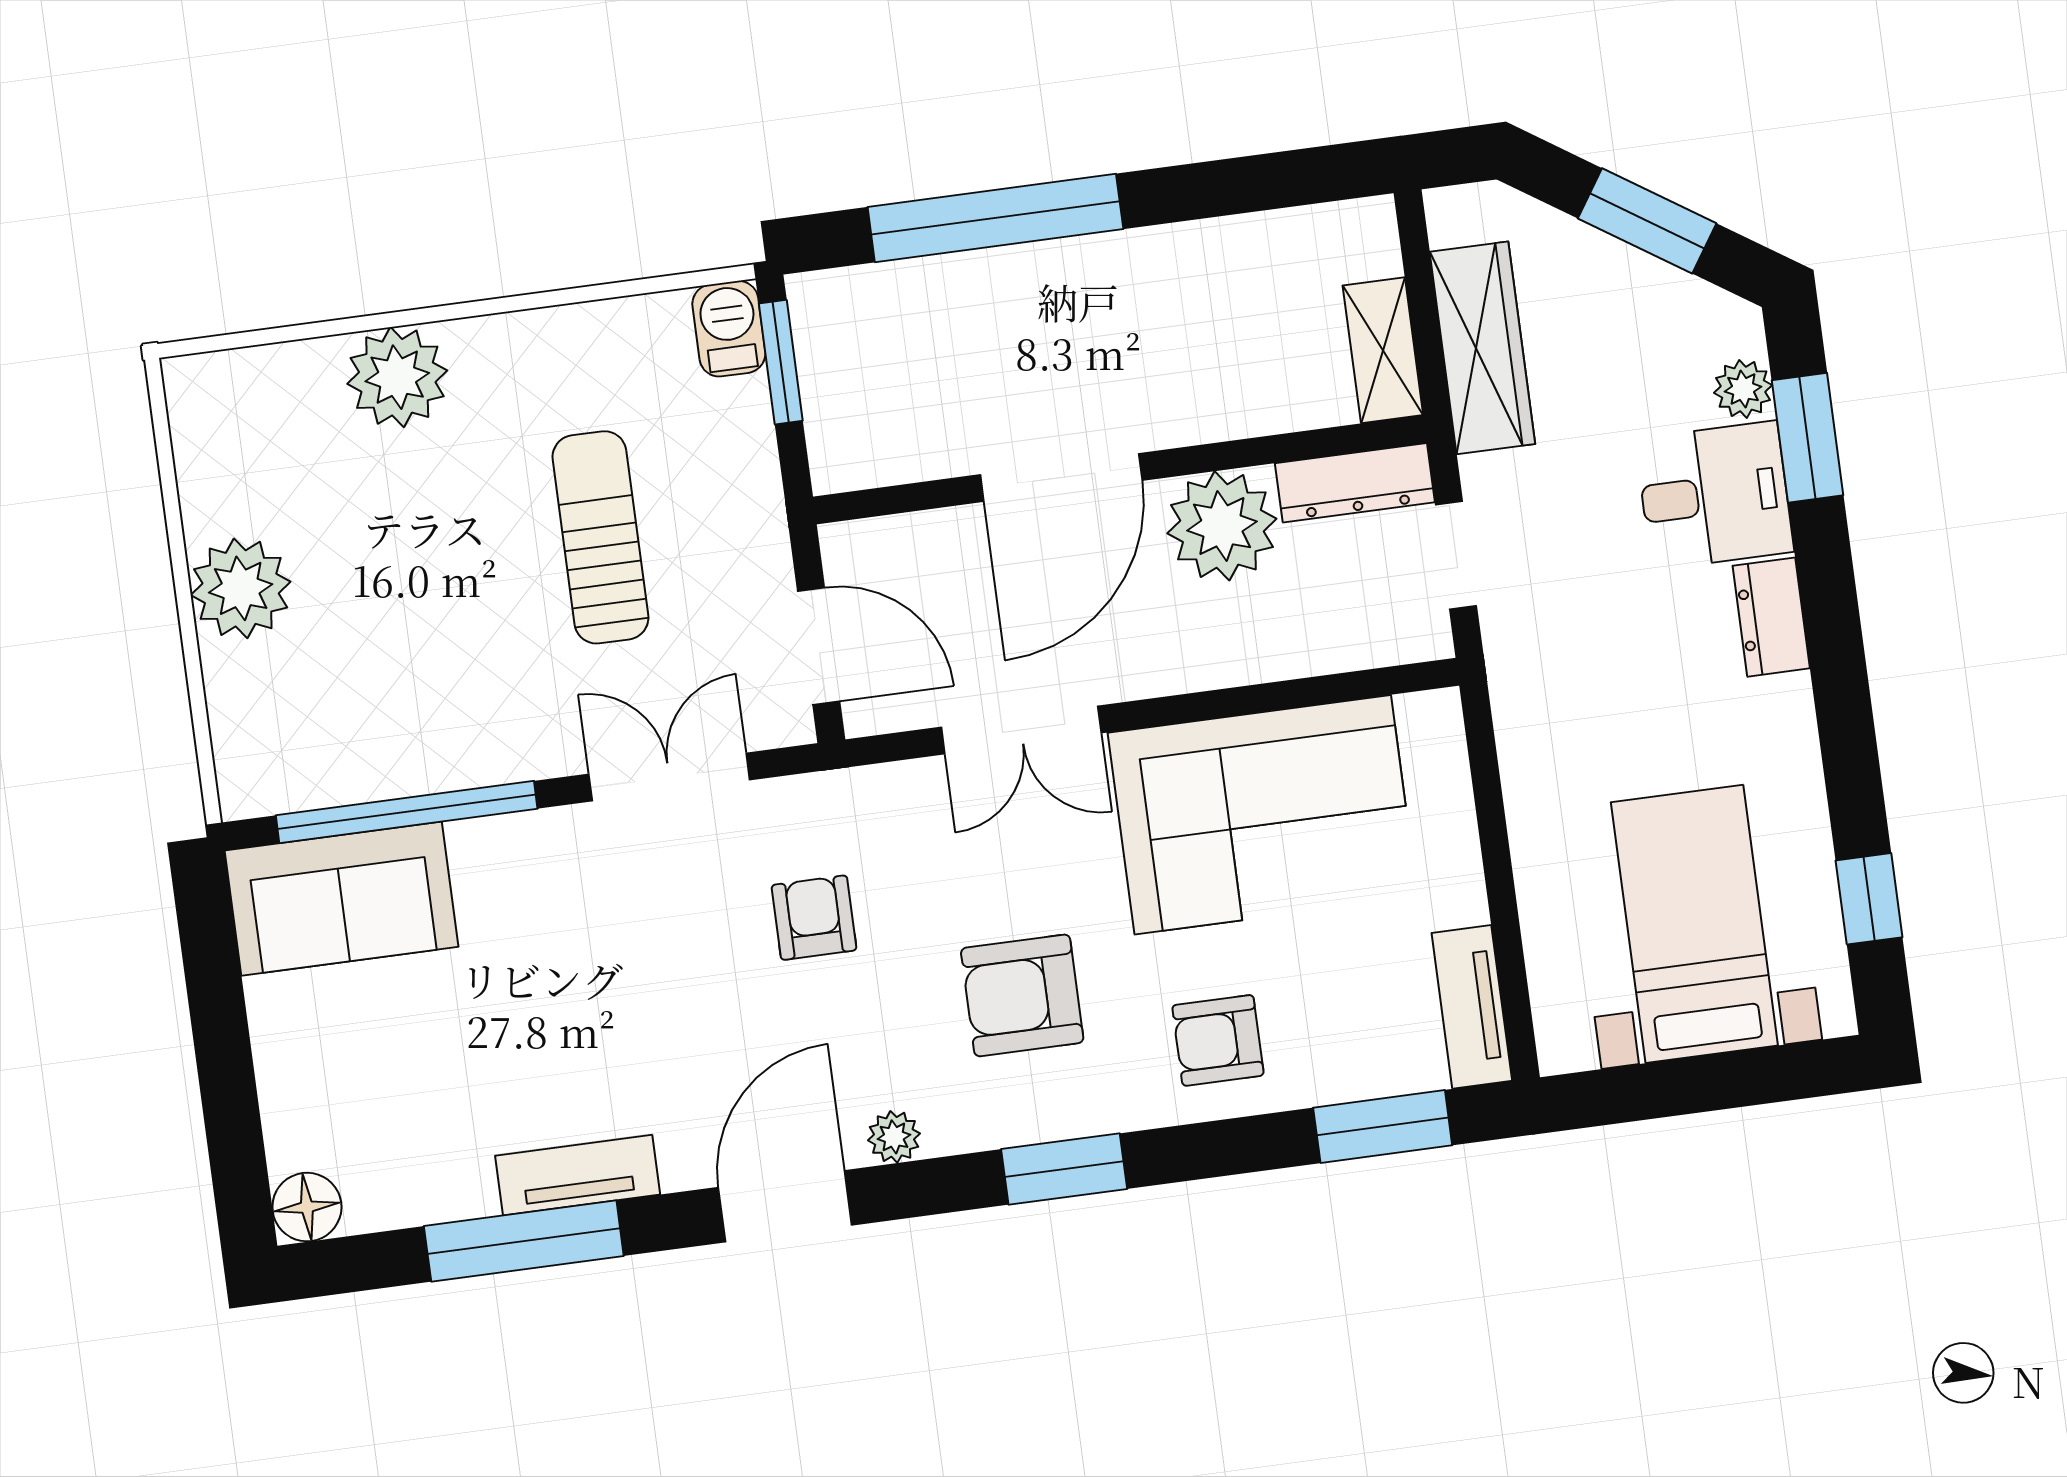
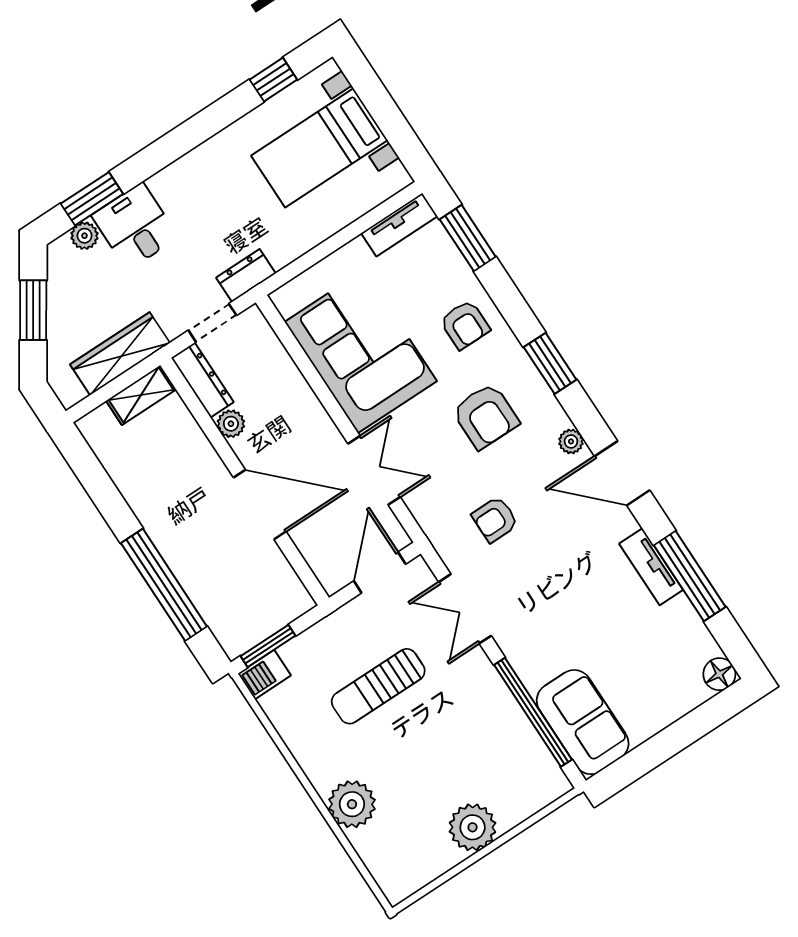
plant: (1222, 526) -> (231, 424), width x0.53, depth x0.53
dresser: (1771, 617) -> (246, 275), moved, turned 180

